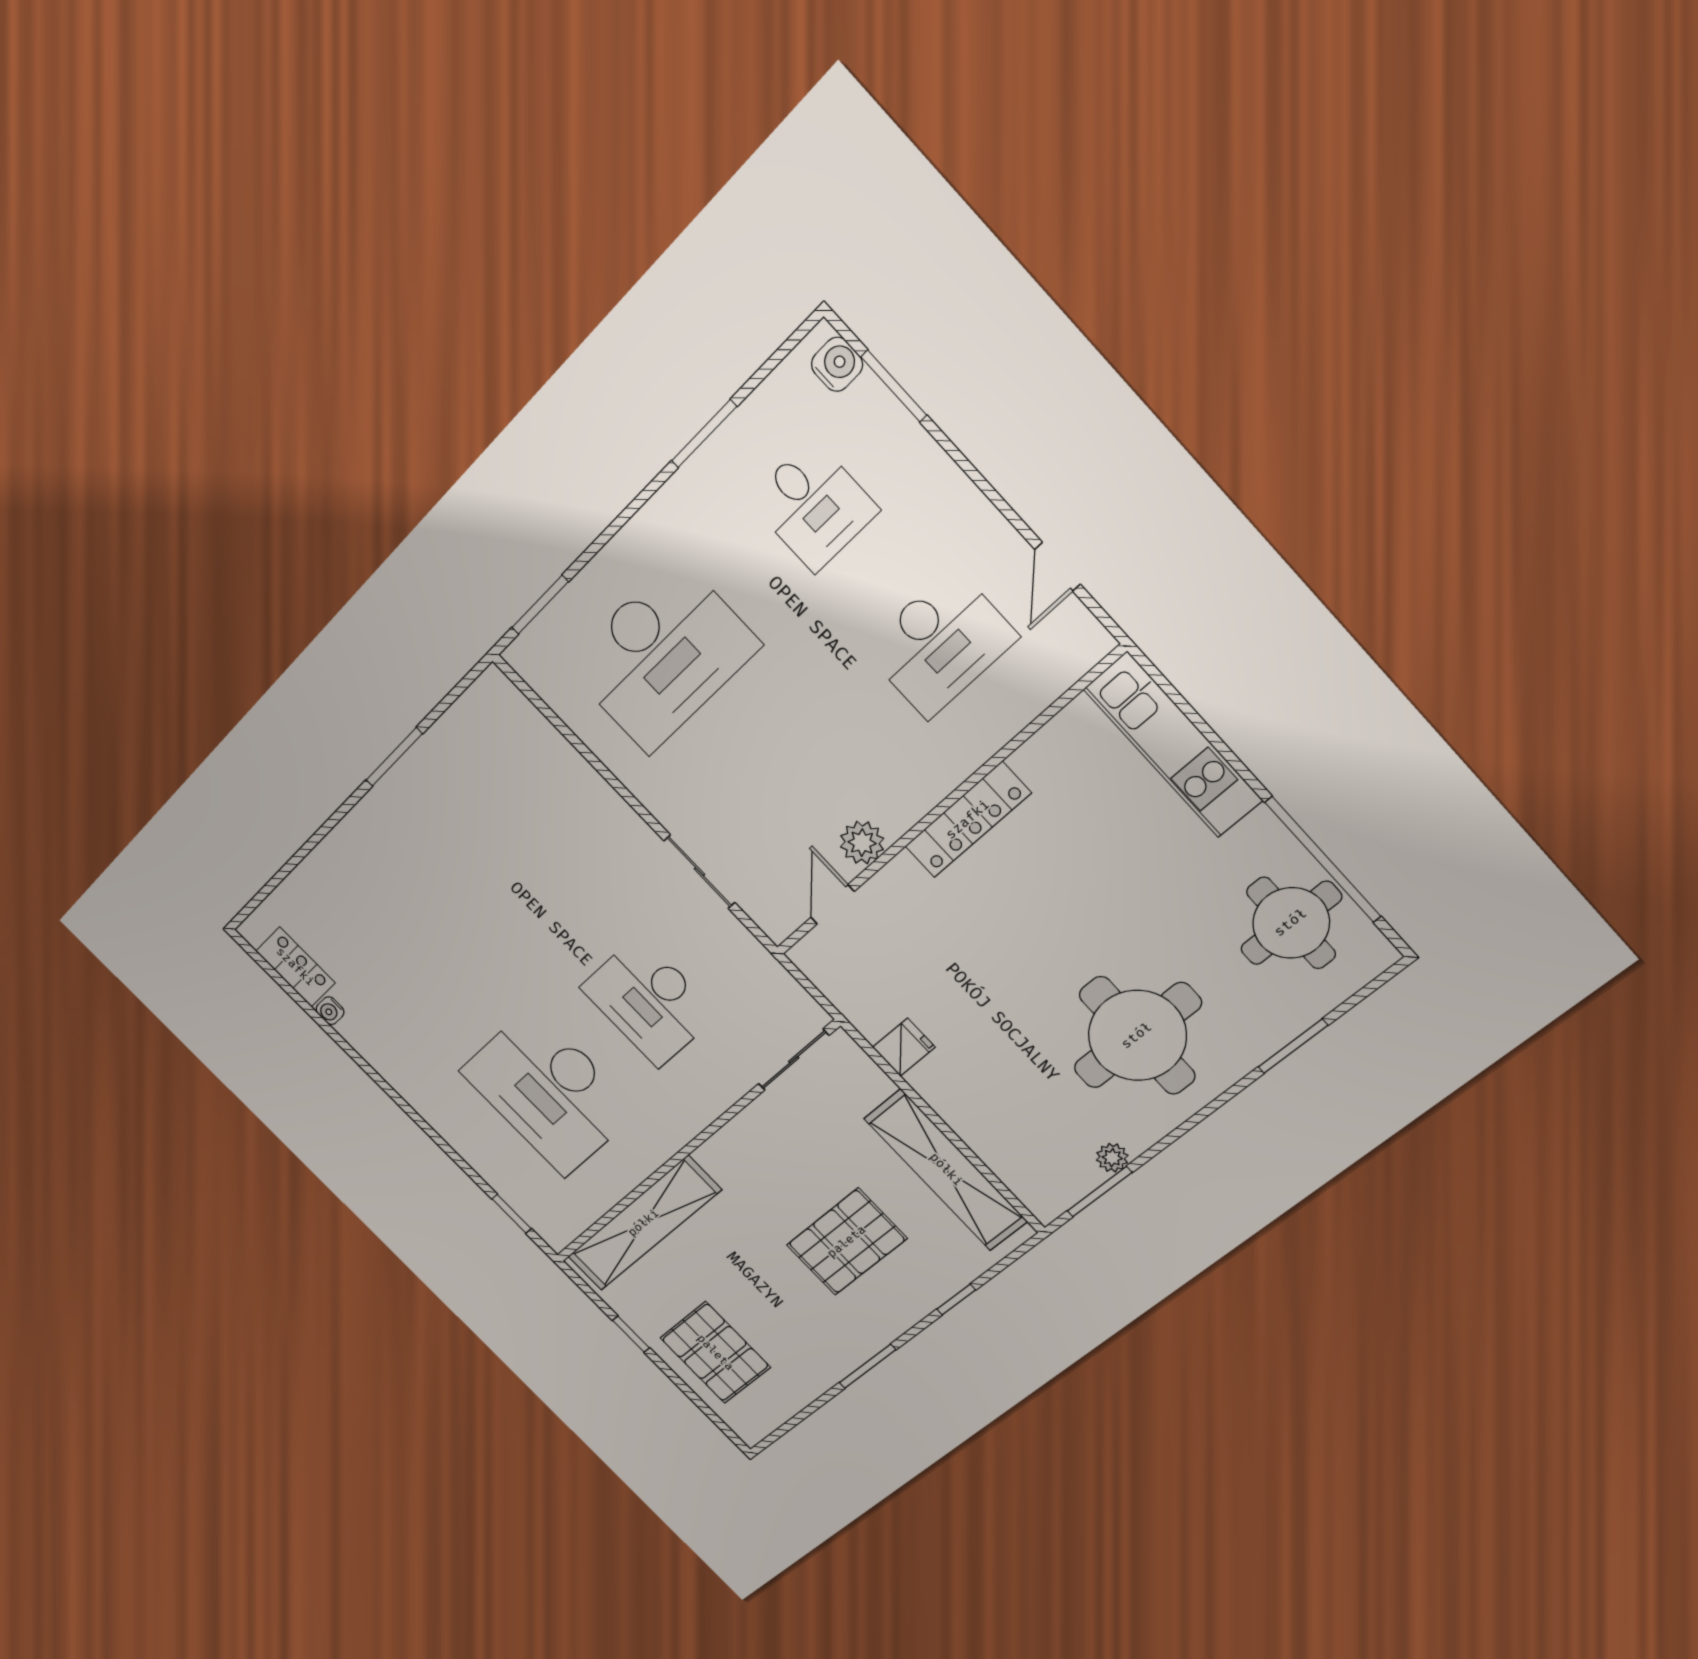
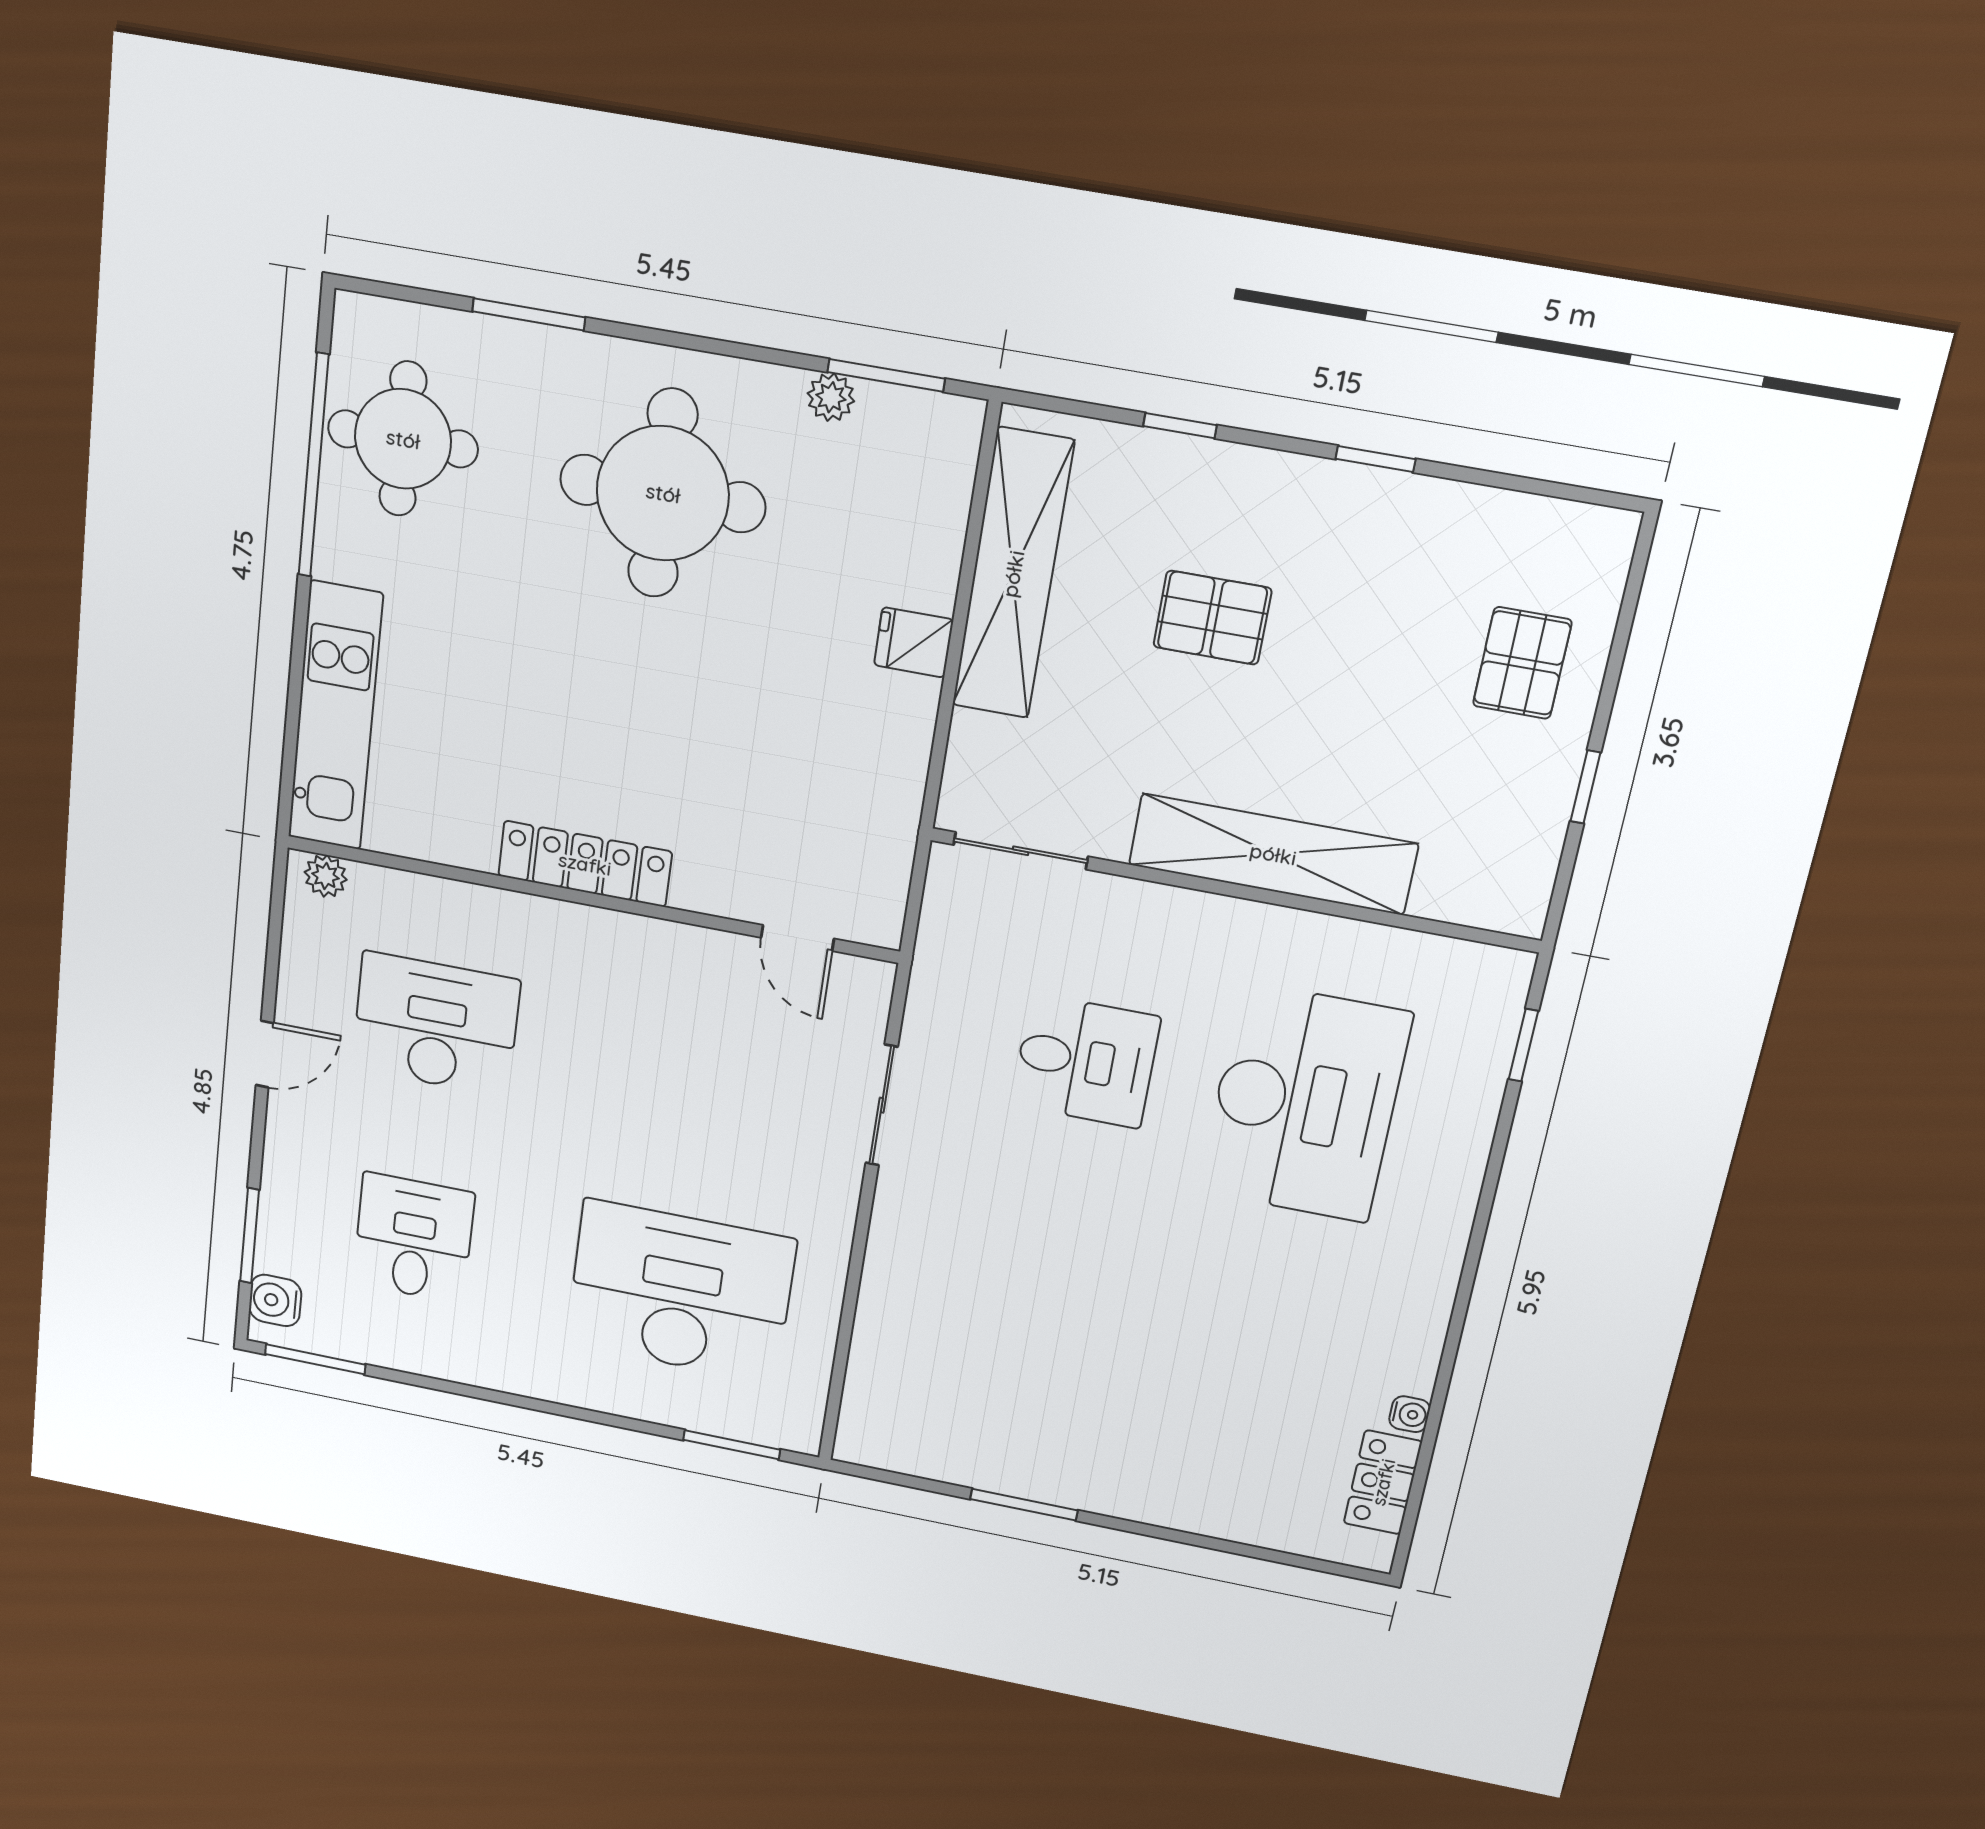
window: (704, 434) -> (315, 1359), moved
door: (1058, 567) -> (265, 1054), moved
plant: (862, 843) -> (326, 876), moved, width x0.73, depth x0.73
door: (833, 904) -> (797, 938), hinge flipped
desk: (649, 1001) -> (1086, 1061), width x0.73
fridge: (904, 1047) -> (914, 642), moved
shelving: (644, 1223) -> (1273, 854), moved
pallet: (847, 1242) -> (1212, 618), width x0.67, depth x0.71
pallet: (715, 1353) -> (1522, 663), width x0.67, depth x0.71
window: (868, 1366) -> (1375, 459), width x0.67

